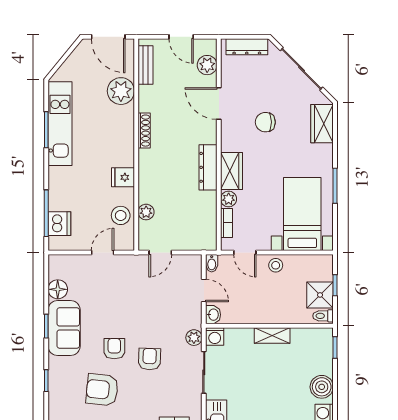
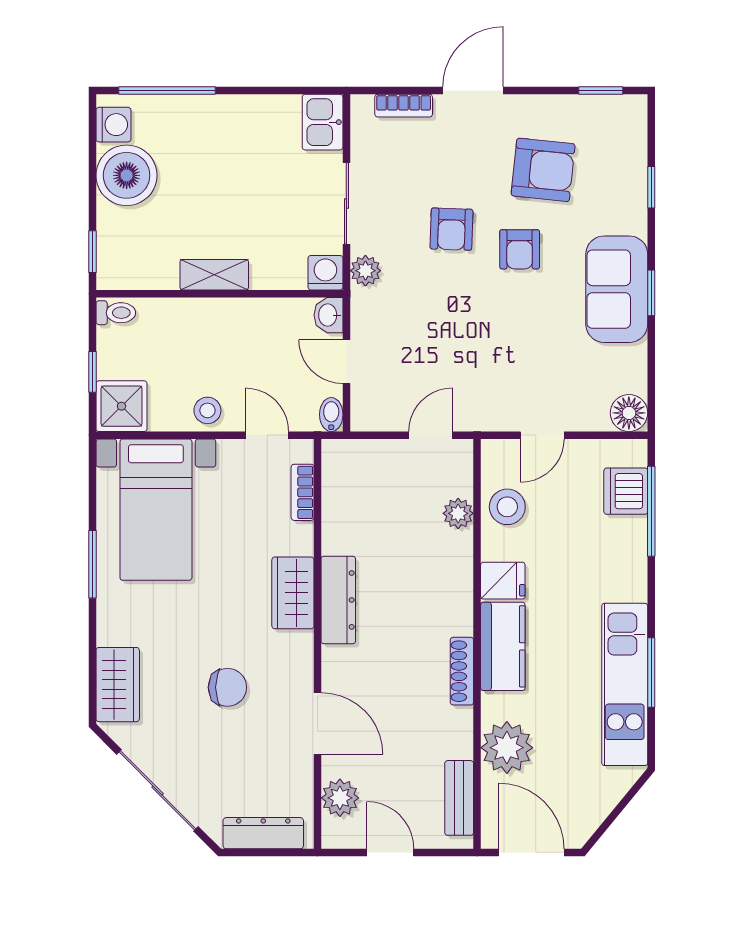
kitchen counter: (123, 143) -> (503, 646), added
plant: (229, 199) -> (299, 539), removed
floor lamp: (58, 289) -> (629, 413), moved
shower: (320, 295) -> (122, 406), moved
boiler: (322, 387) -> (127, 175), width x1.37, depth x1.37

